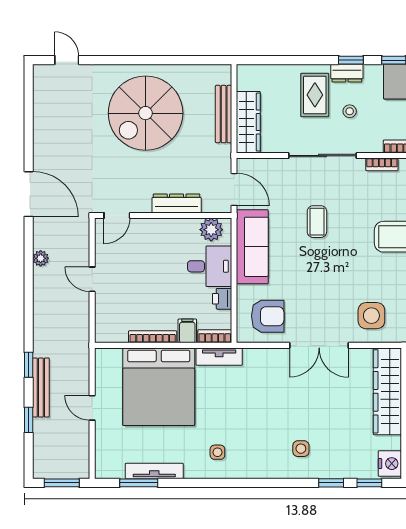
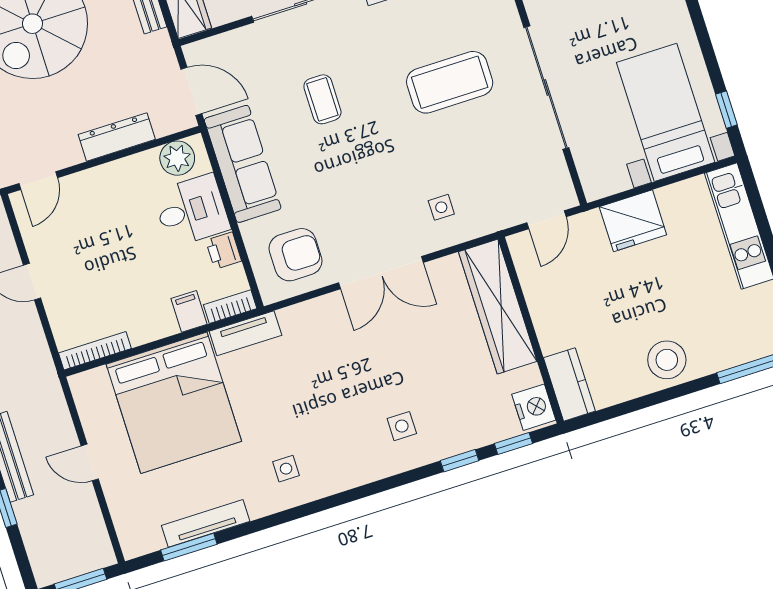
side table: (371, 316) -> (441, 207), width x0.54, depth x0.54
bookcase: (153, 337) -> (95, 351), moved

